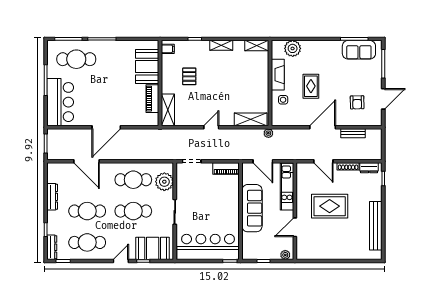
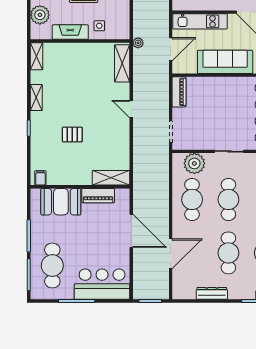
filing cabinet: (168, 49) -> (40, 178), moved
booth: (147, 67) -> (61, 202), moved
wall: (160, 83) -> (80, 187), moved
piano: (152, 99) -> (98, 196), moved
shelving: (168, 110) -> (111, 178), moved

